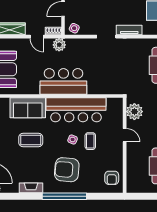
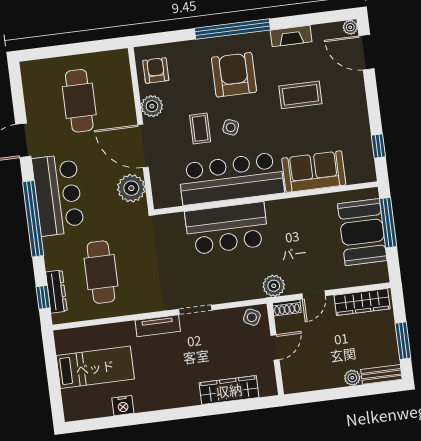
door: (37, 37) -> (314, 295), swing flipped
bar counter: (63, 81) -> (227, 228), moved
door: (125, 135) -> (143, 146), width x1.88
coffee table: (31, 140) -> (300, 95), moved
plant: (117, 158) -> (152, 106), added
armchair: (67, 170) -> (234, 75), turned -95

